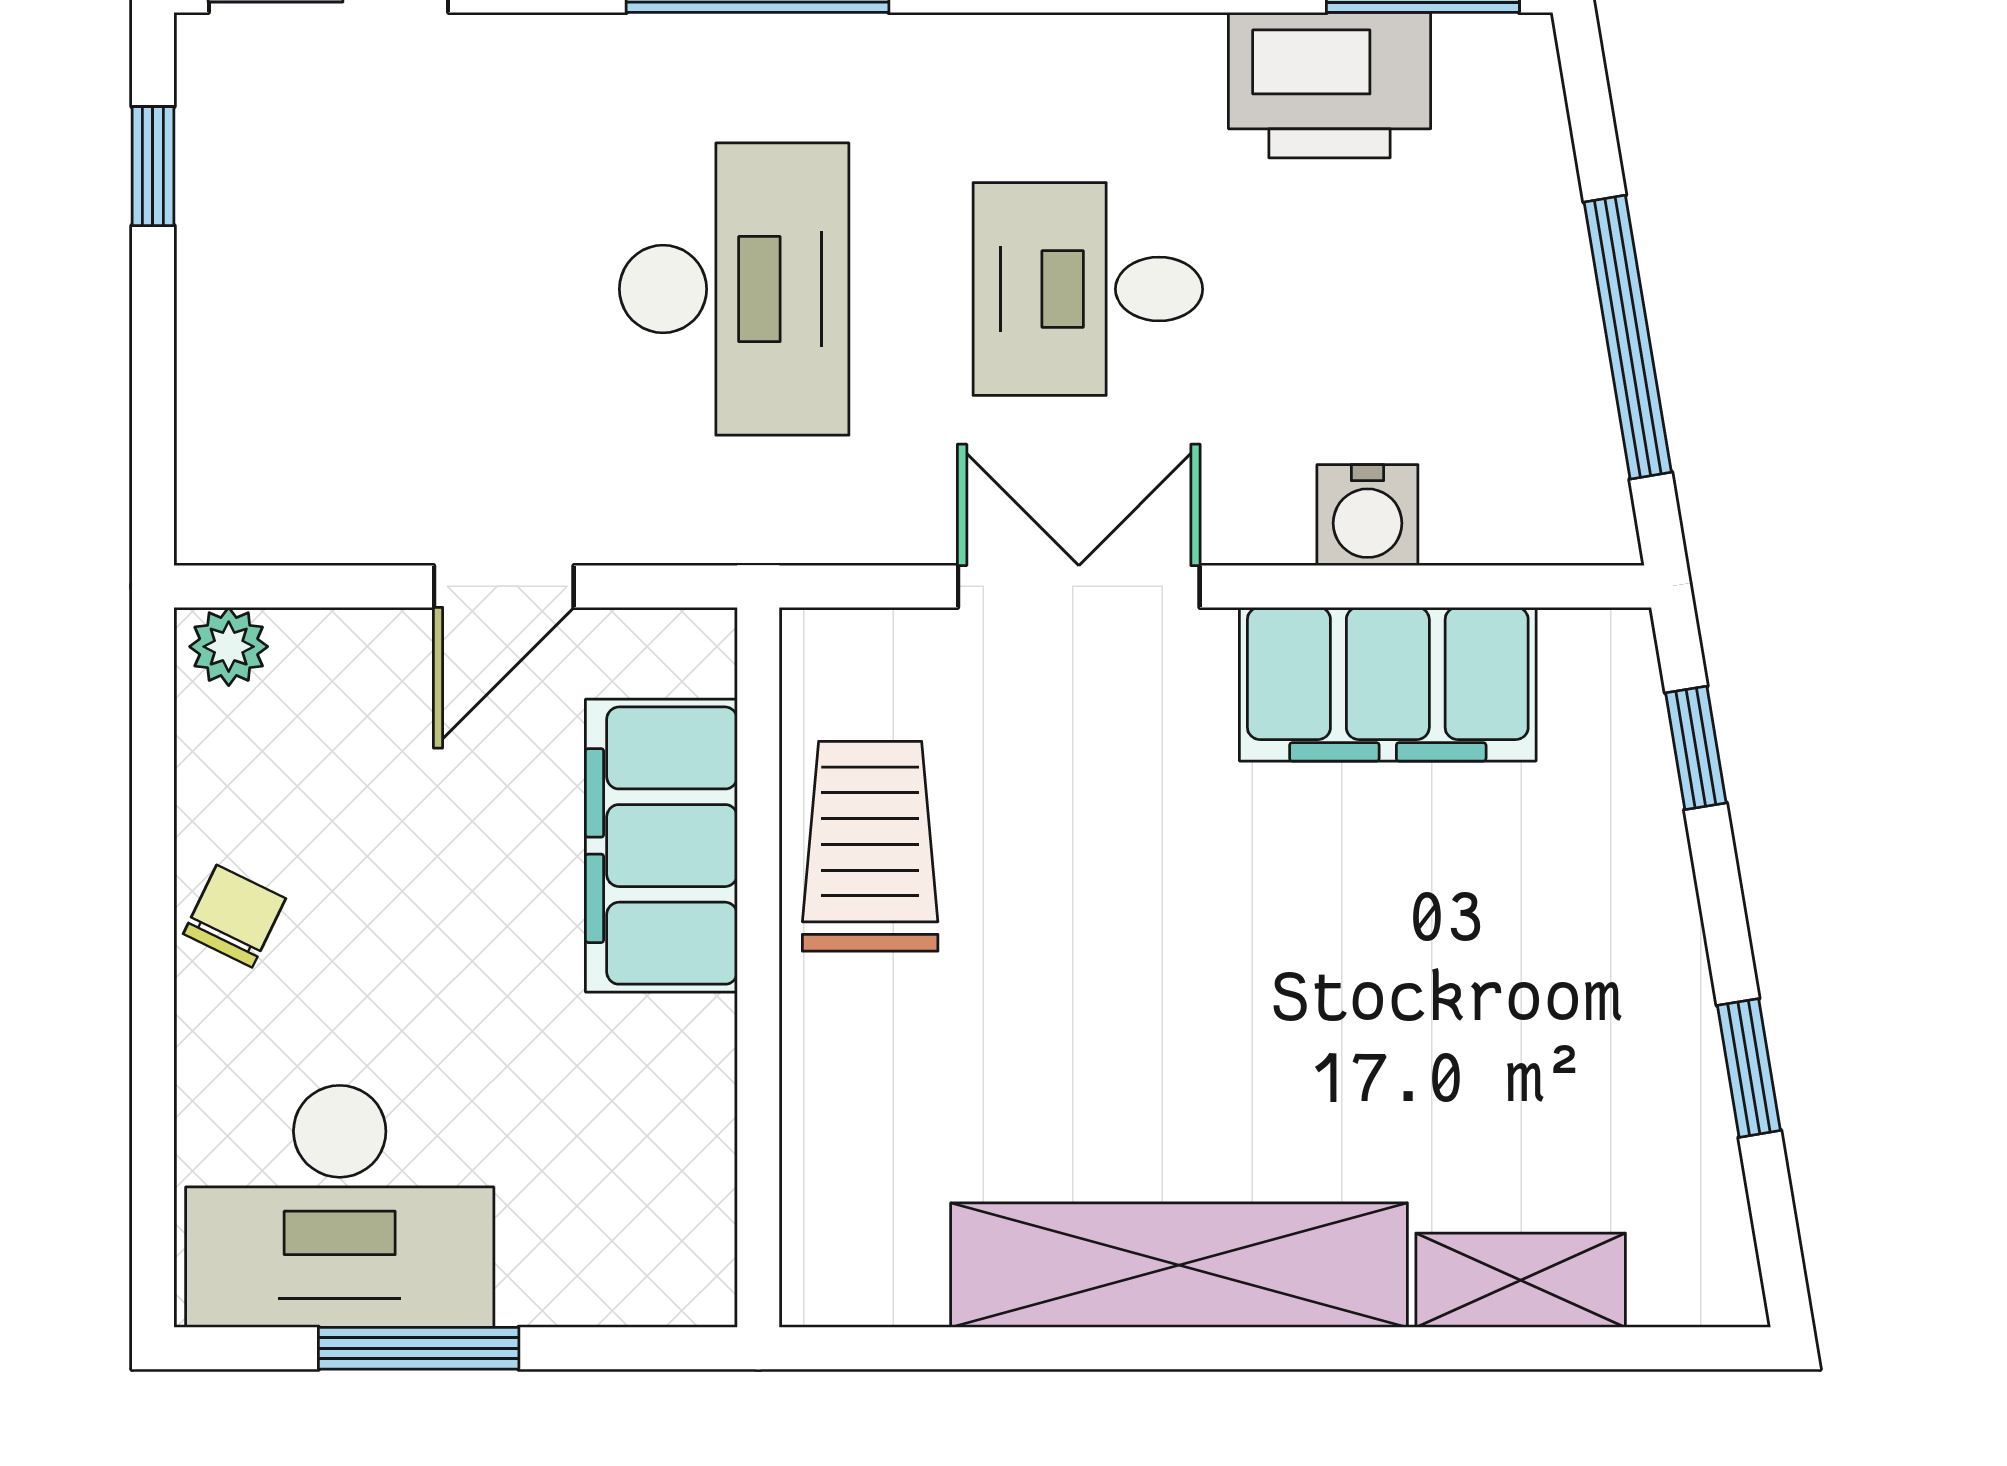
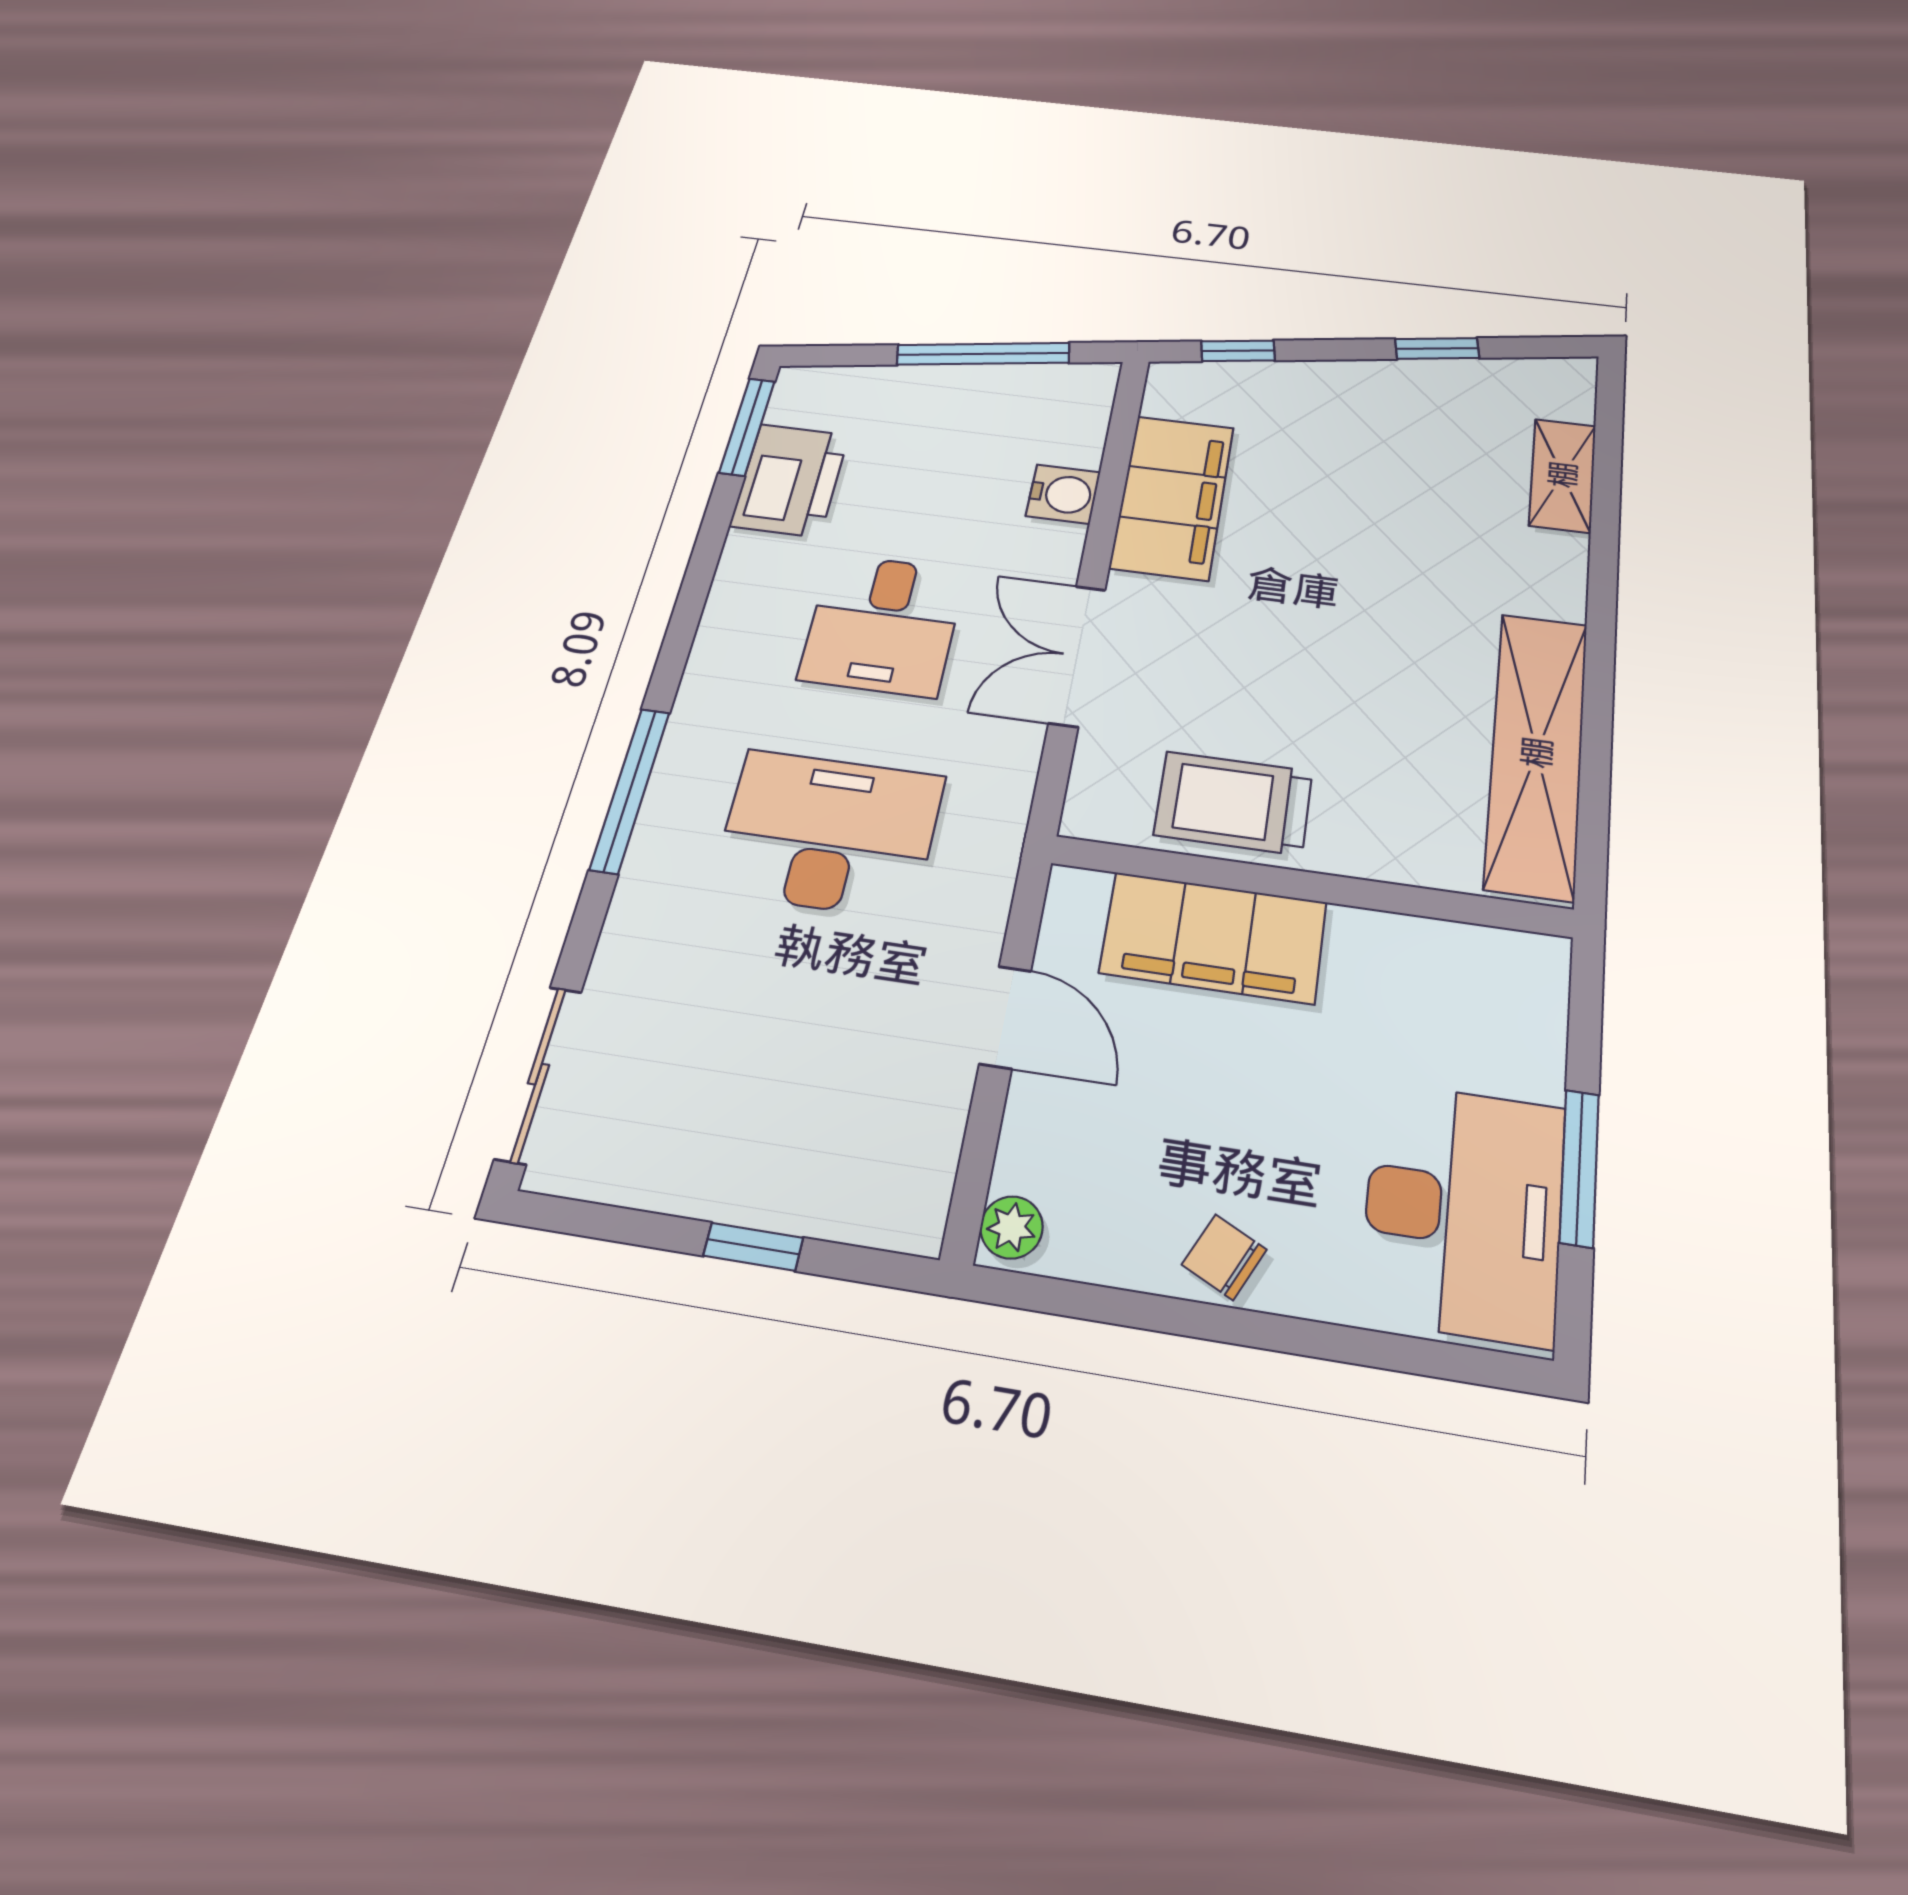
window: (153, 166) -> (753, 1247), moved
shelving: (1179, 1265) -> (1537, 753), moved

